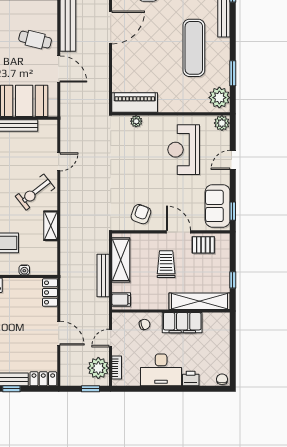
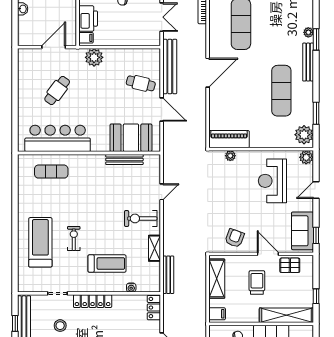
exercise bike: (35, 192) -> (141, 218), turned 38
bench: (103, 275) -> (168, 275), moved

